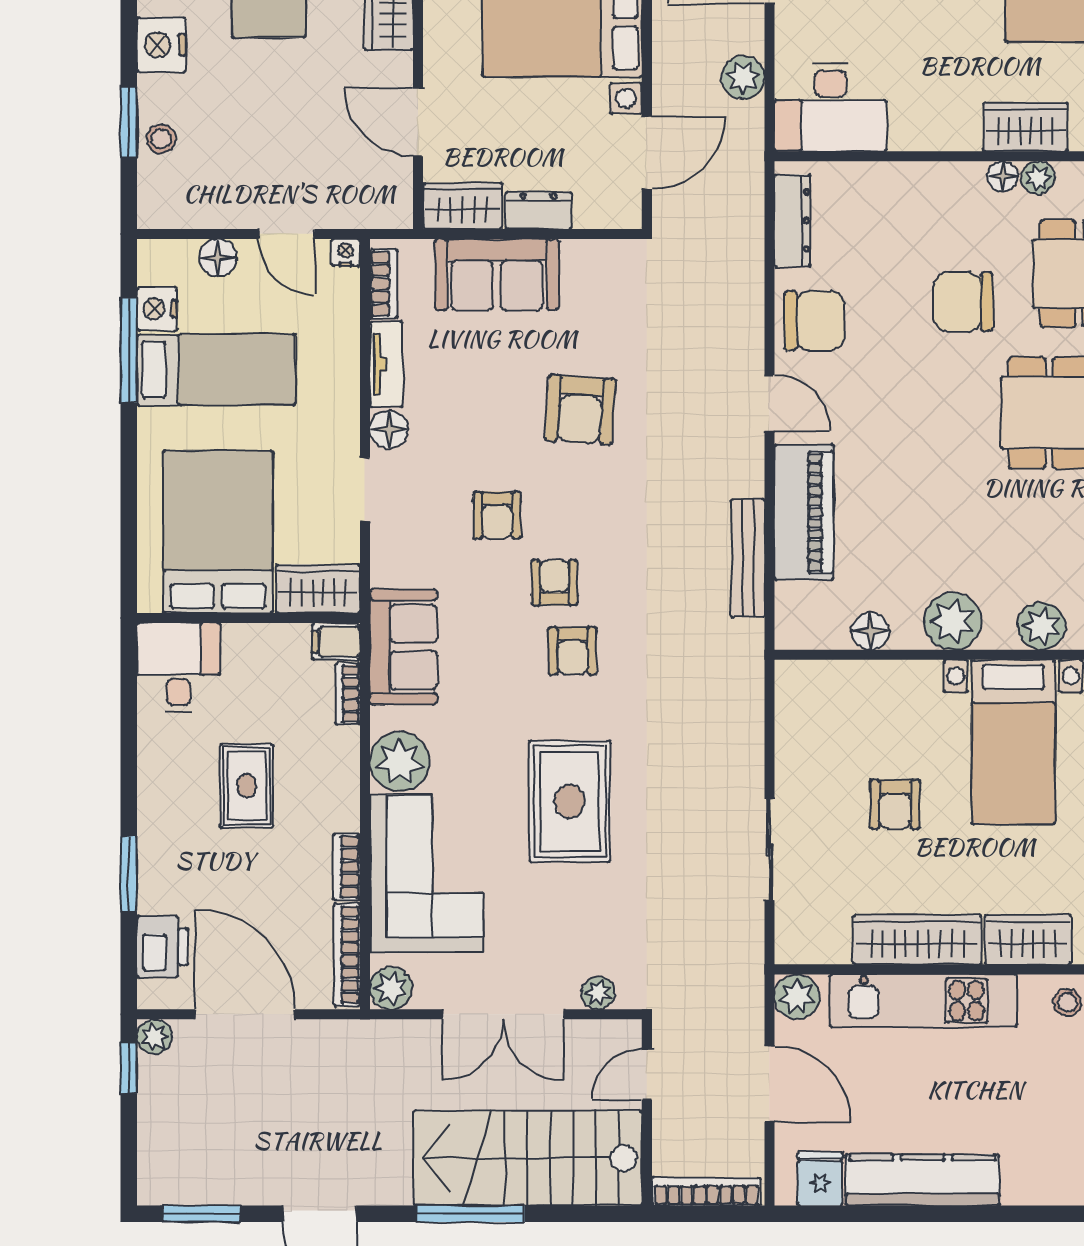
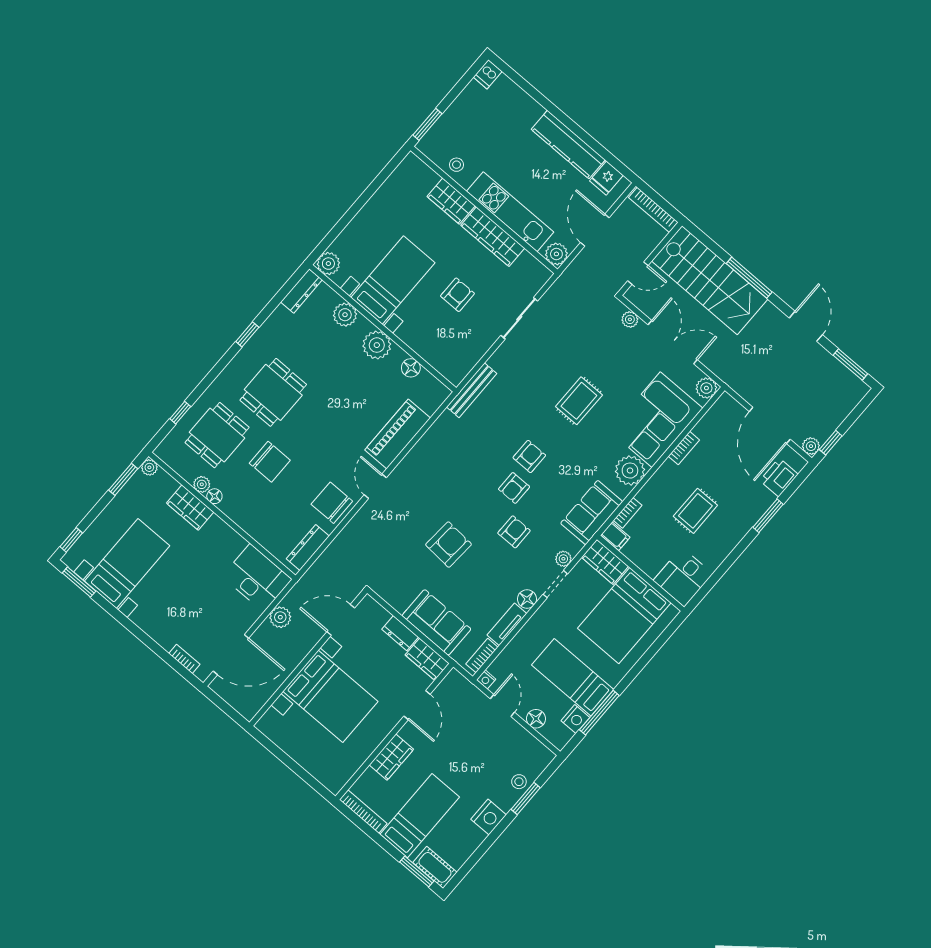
plant: (386, 539) -> (563, 559), added
bench: (748, 558) -> (472, 390), moved
rug: (570, 801) -> (579, 401), width x0.73, depth x0.70
bookcase: (347, 955) -> (712, 415), removed

